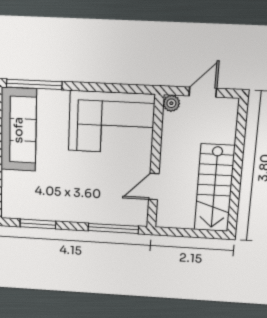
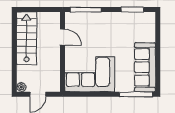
plant: (171, 103) -> (21, 87), moved
door: (154, 187) -> (62, 37), hinge flipped

